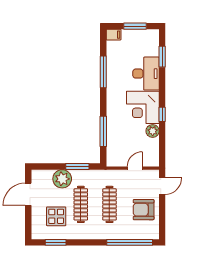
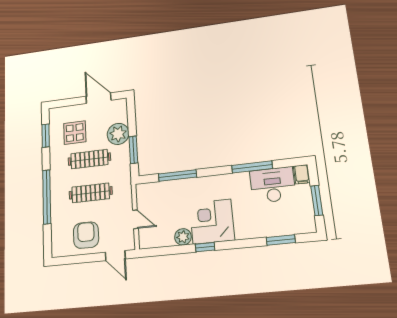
desk: (146, 74) -> (273, 185), moved, turned 180
window: (130, 242) -> (47, 197), moved

